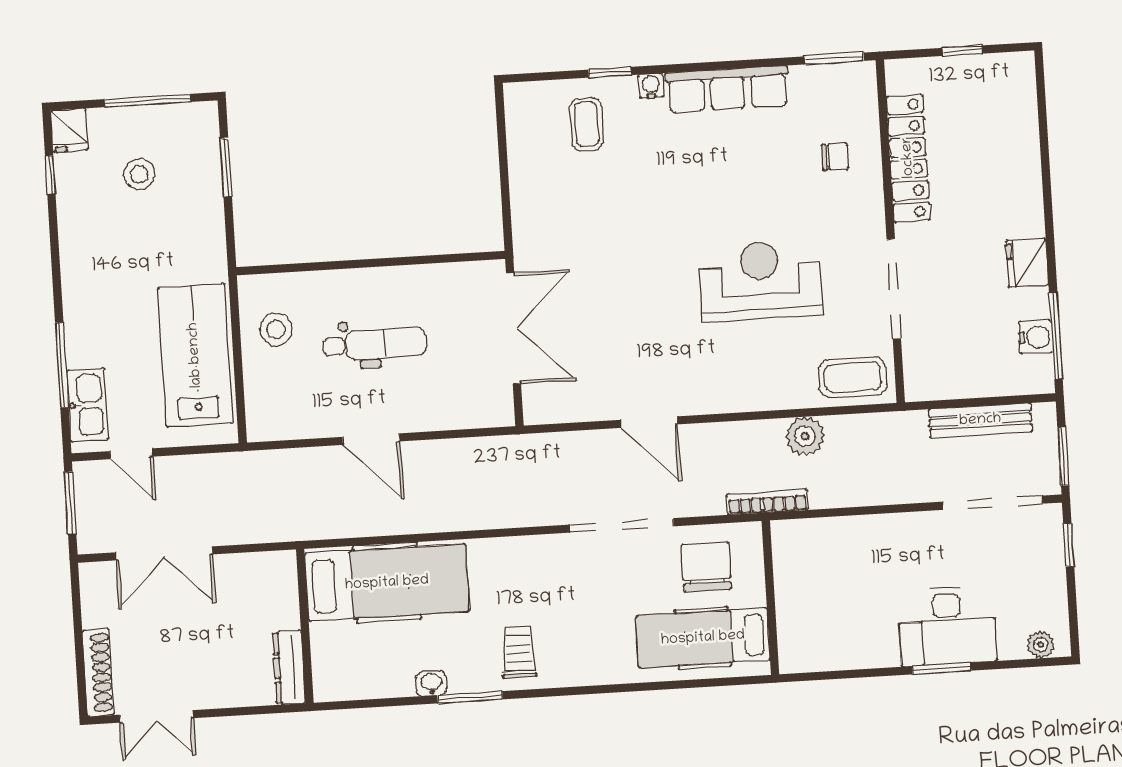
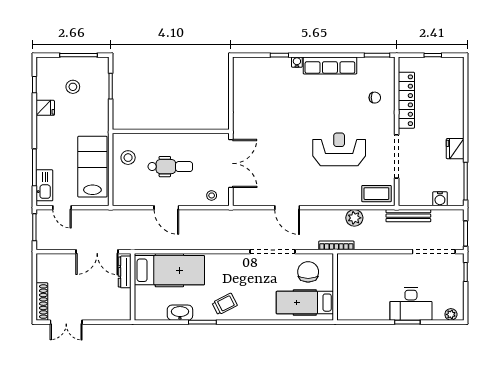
coffee table: (587, 124) -> (268, 77), removed
fridge: (69, 130) -> (45, 108), moved, turned -90
water cooler: (1036, 337) -> (440, 199), moved, turned 90
stool: (474, 405) -> (212, 195), added
bench: (980, 420) -> (408, 216), moved
double door: (164, 553) -> (97, 252), moved
trolley: (519, 653) -> (225, 304), turned 63
dresser: (289, 667) -> (125, 272), moved
washbasin: (431, 683) -> (180, 313), width x1.91, depth x1.45

